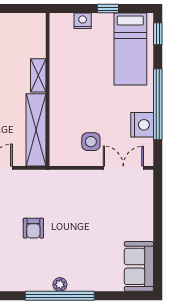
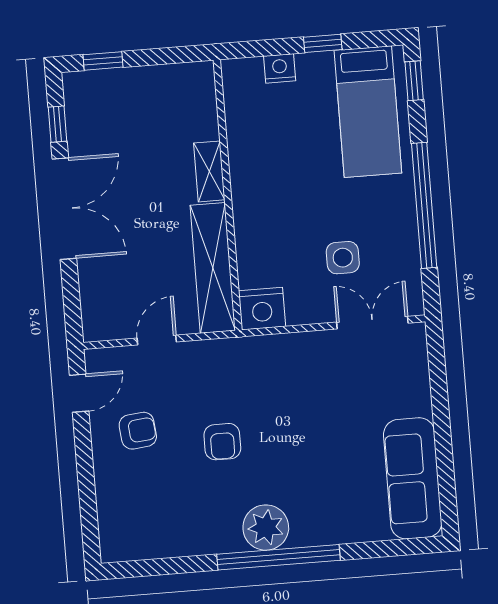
nightstand: (142, 125) -> (262, 309), moved, turned 90
side table: (91, 142) -> (343, 258), moved
sofa: (139, 266) -> (413, 478), width x1.36
plant: (60, 284) -> (266, 528), width x1.87, depth x1.87

